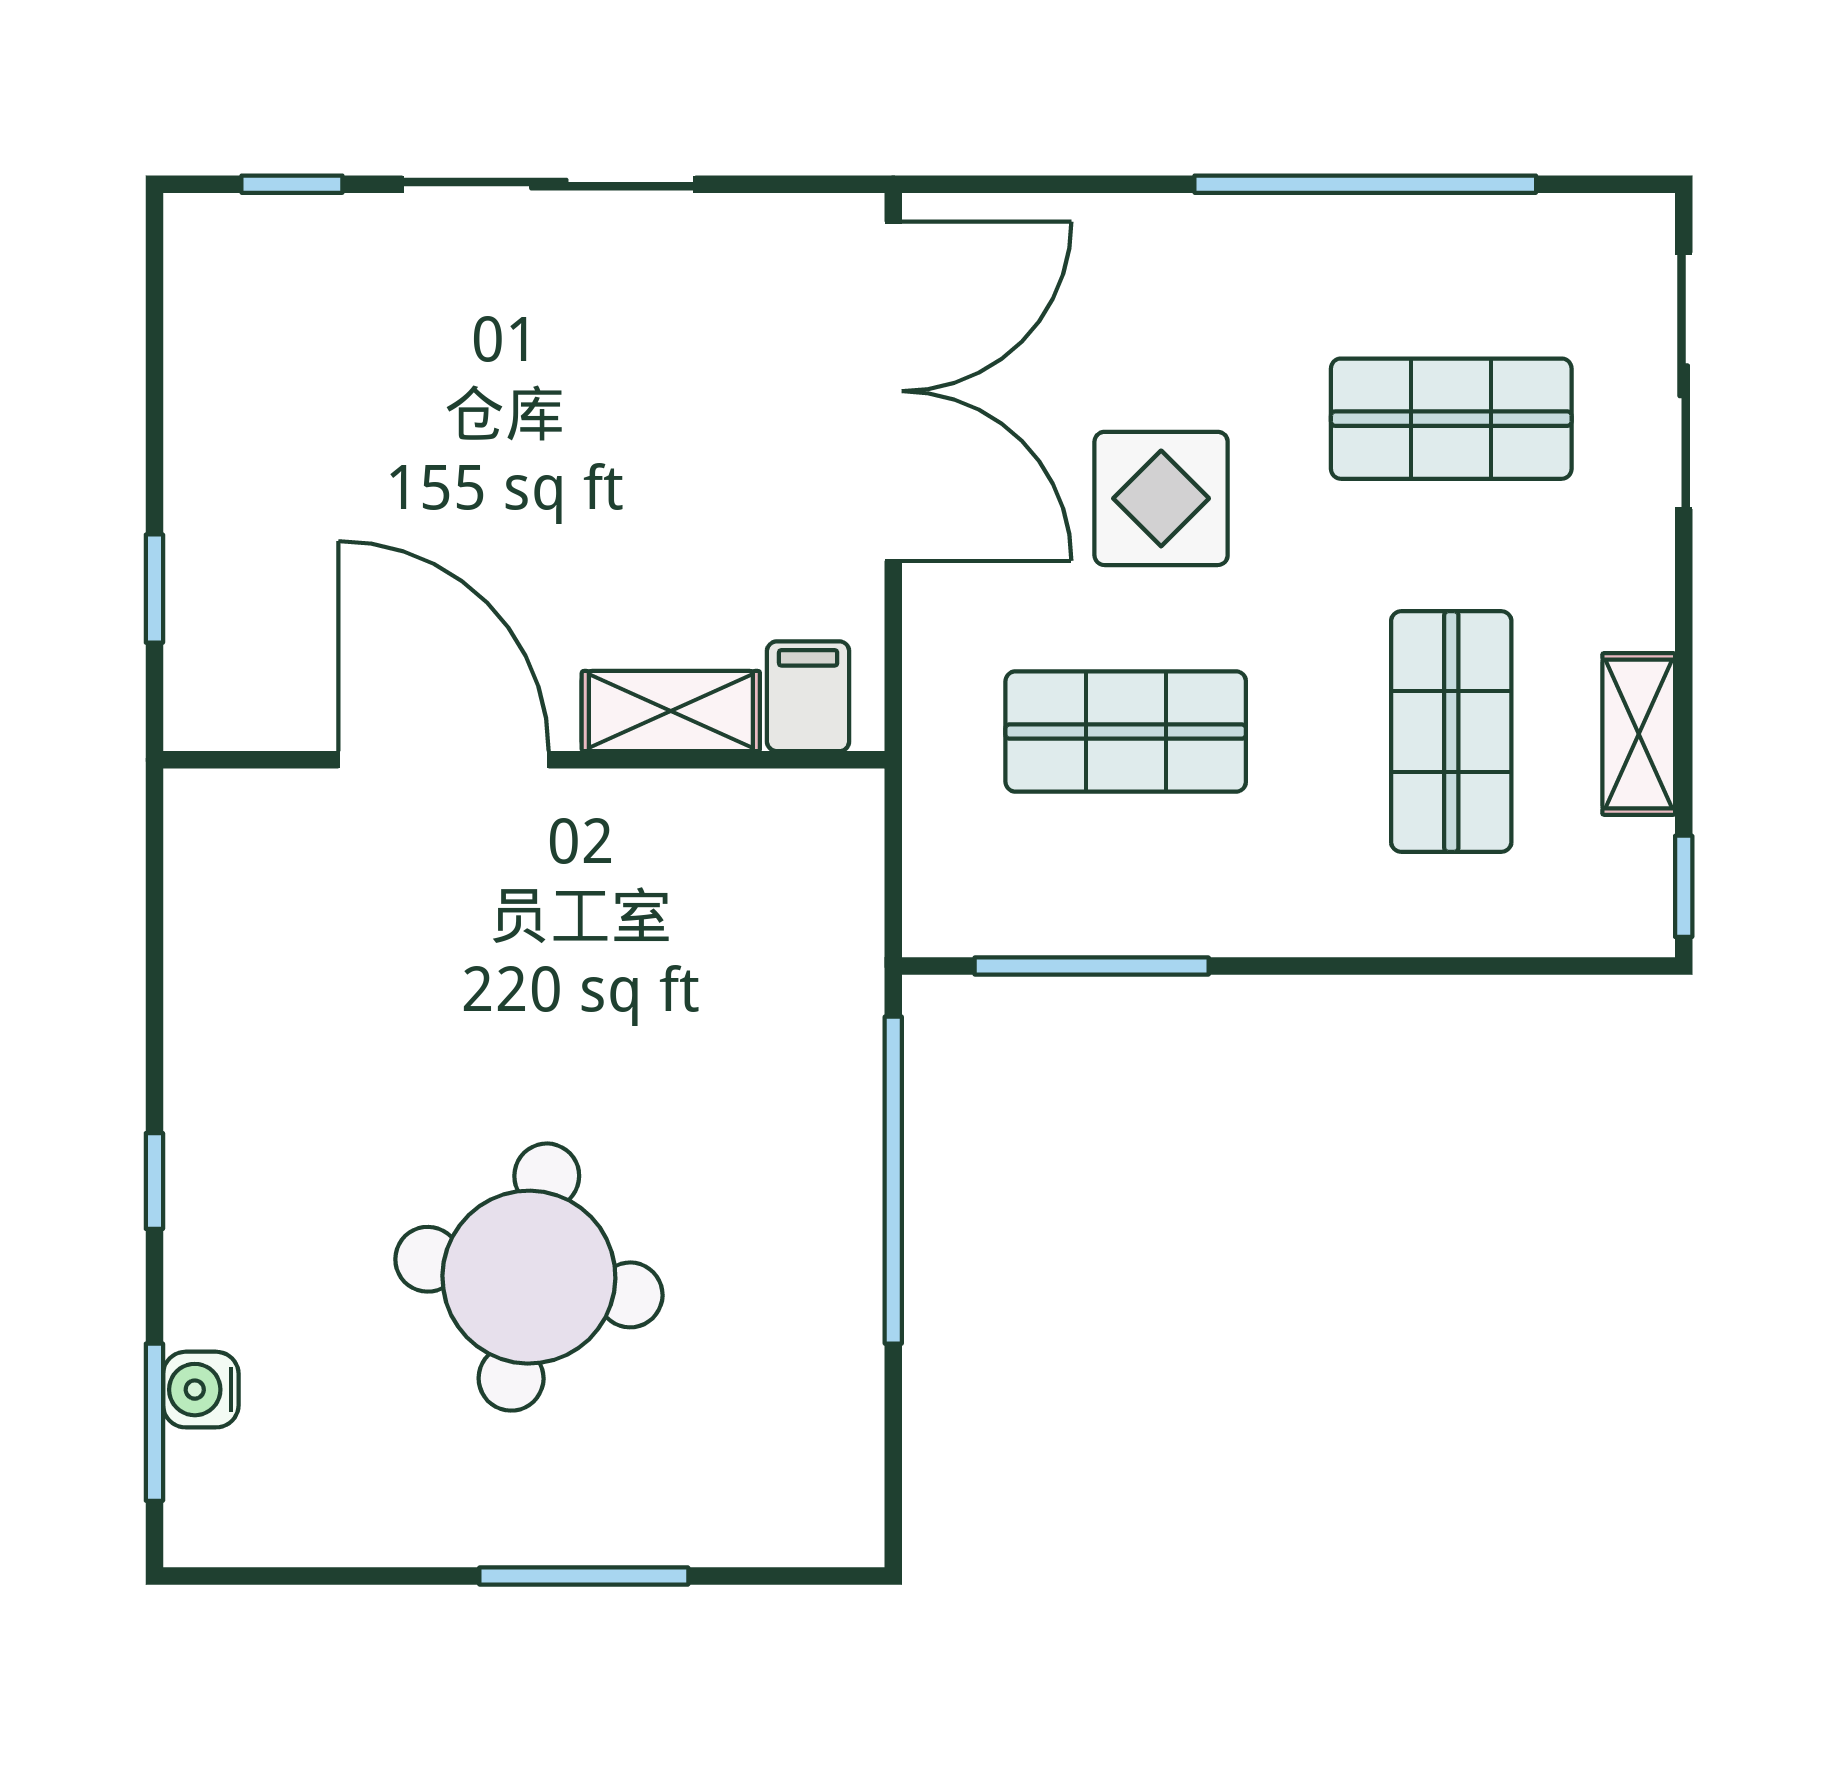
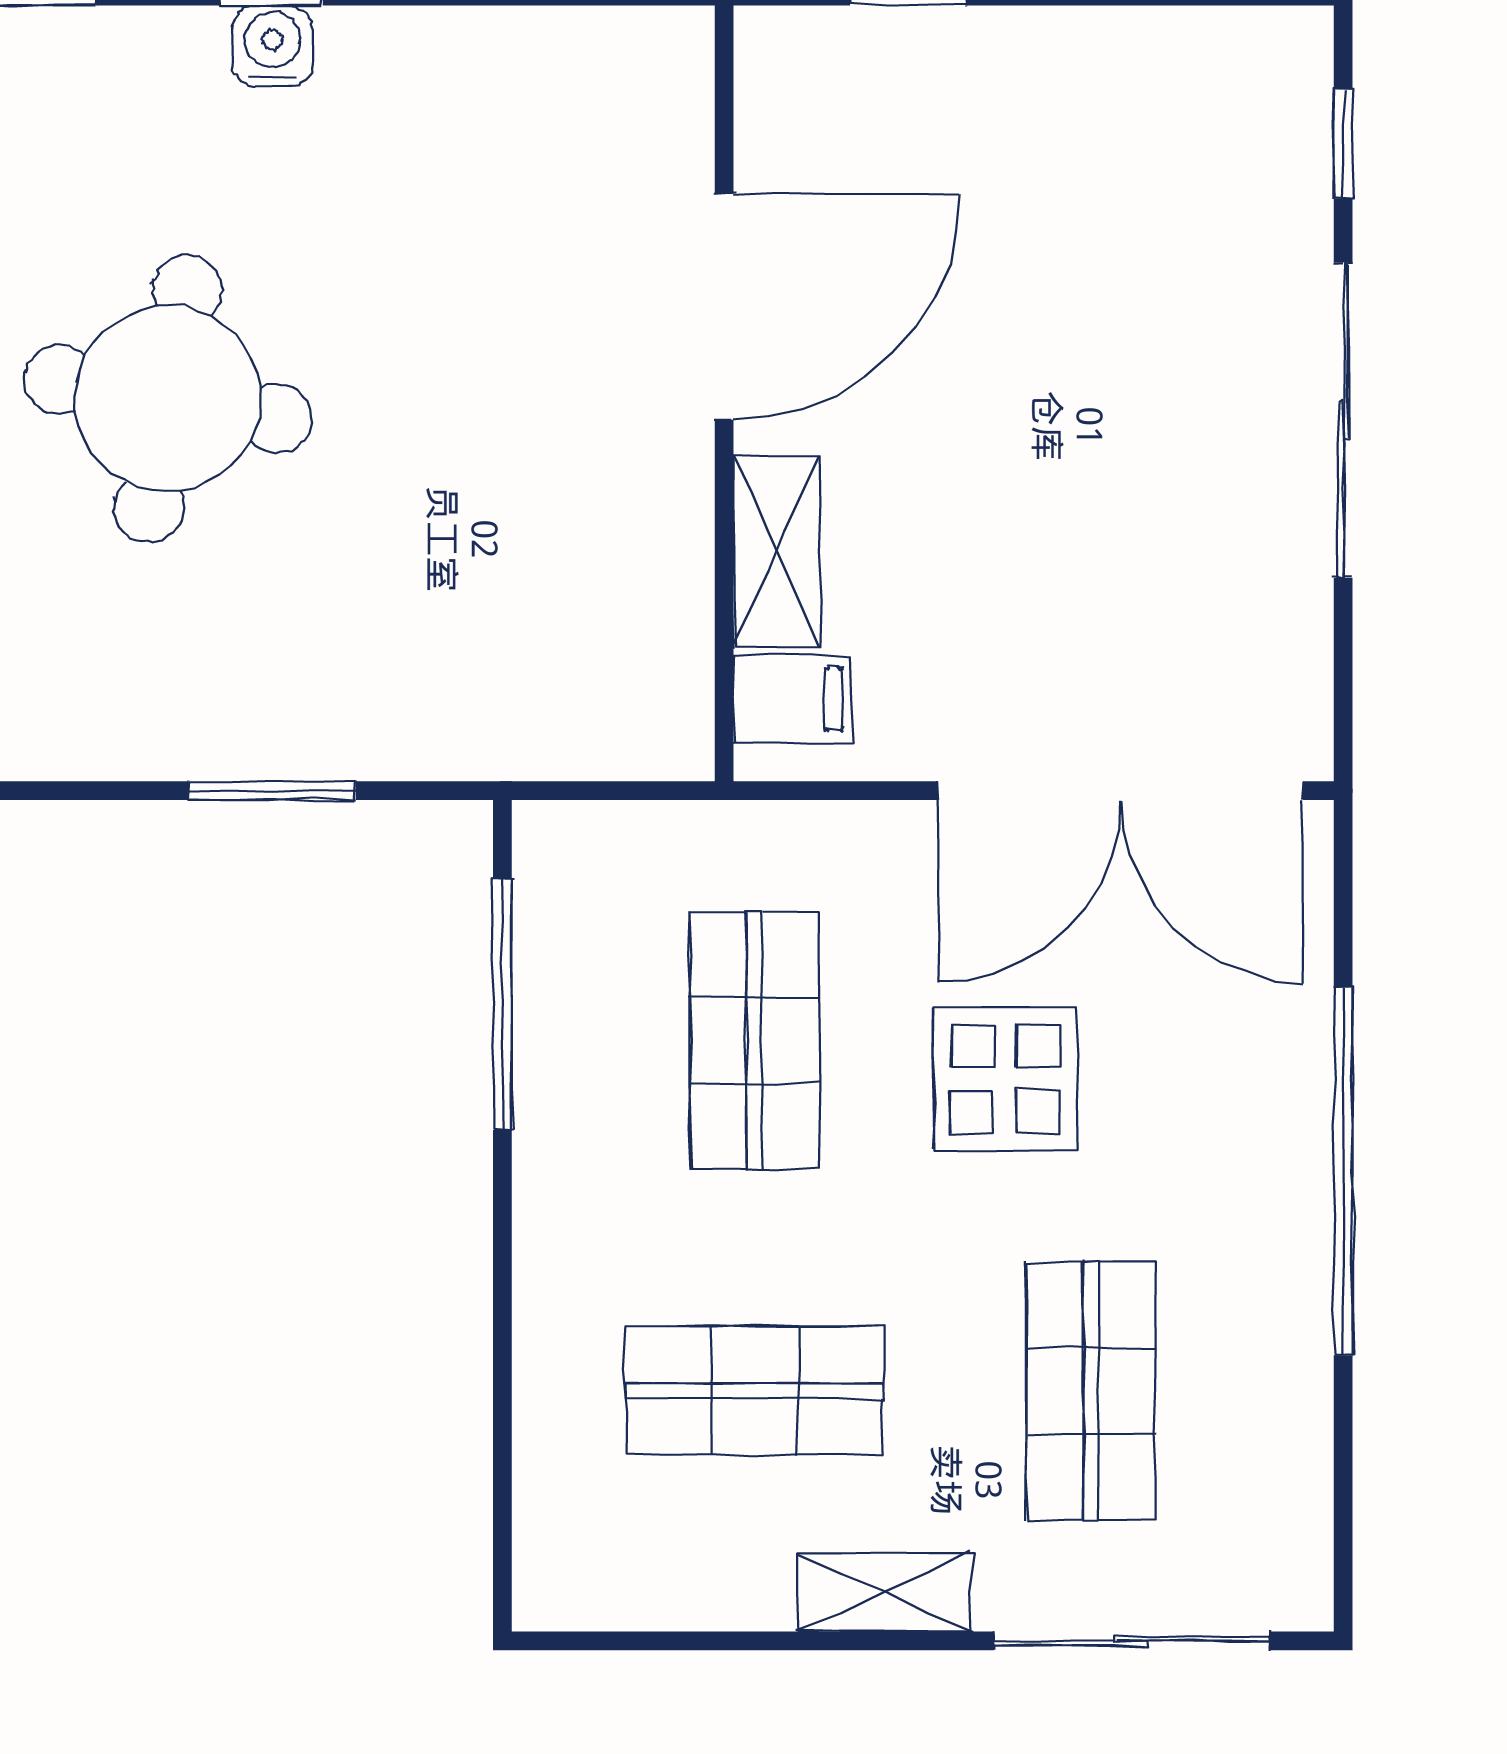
window: (1365, 184) -> (1343, 1171), moved
shelving: (1639, 734) -> (885, 1592), moved
window: (1684, 886) -> (588, 1641), removed
window: (893, 1180) -> (272, 791), width x0.47
water cooler: (201, 1390) -> (273, 46), moved

